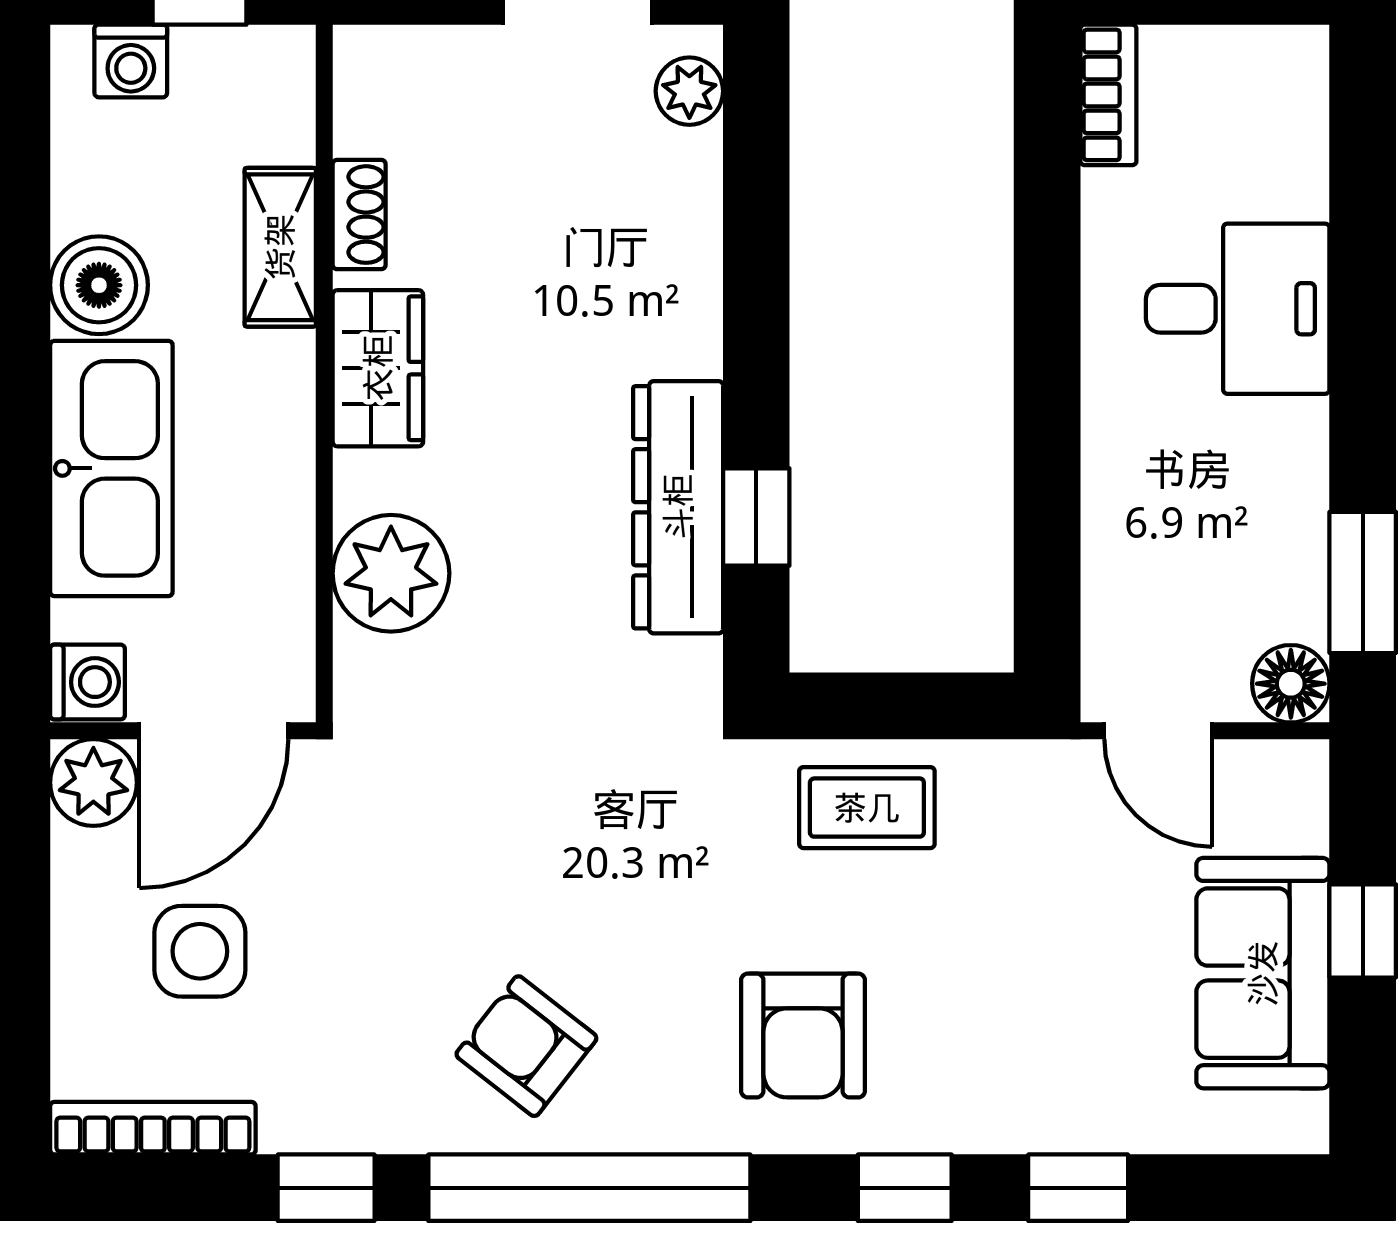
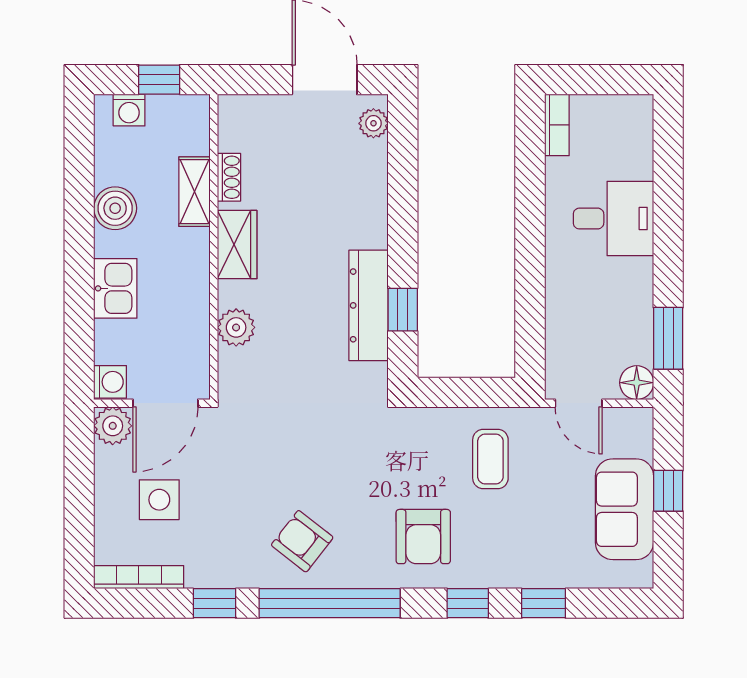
kitchen sink: (111, 468) -> (115, 288), width x0.53, depth x0.81
plant: (391, 573) -> (236, 327), width x0.73, depth x0.73
coffee table: (867, 808) -> (490, 459), moved, turned 90

